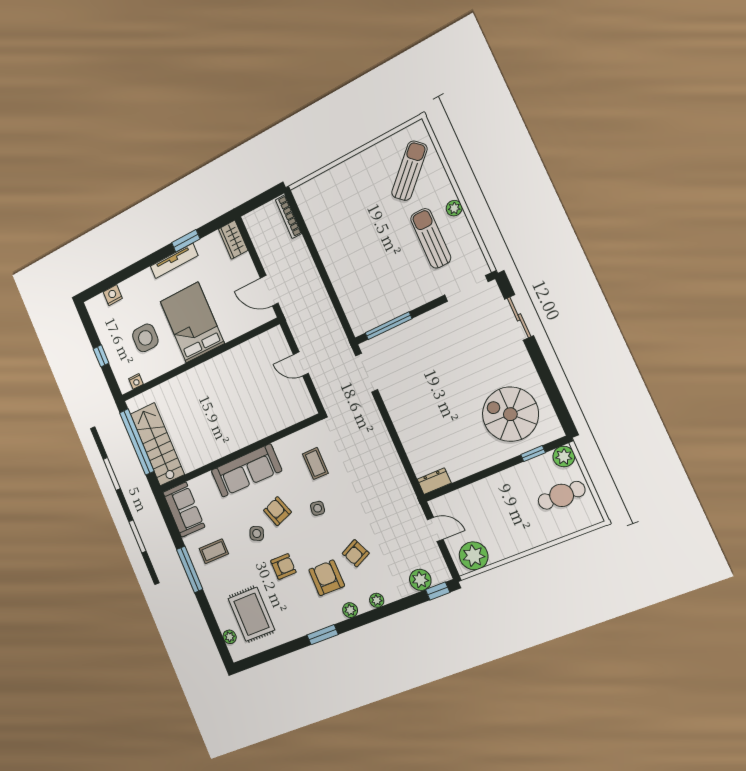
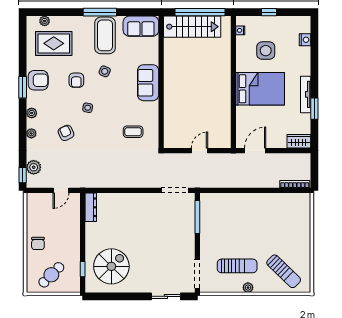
plant: (564, 457) -> (73, 286), removed
sofa: (246, 471) -> (148, 83), width x0.73
dresser: (434, 481) -> (91, 207), width x1.44
cafe table: (562, 495) -> (51, 275), turned 45
side table: (318, 508) -> (88, 108), moved
armchair: (277, 511) -> (113, 92), removed
chair: (524, 533) -> (38, 243), added
coffee table: (214, 551) -> (105, 35), width x1.86, depth x1.72
plant: (474, 556) -> (36, 207), removed
armchair: (327, 578) -> (38, 80), moved

